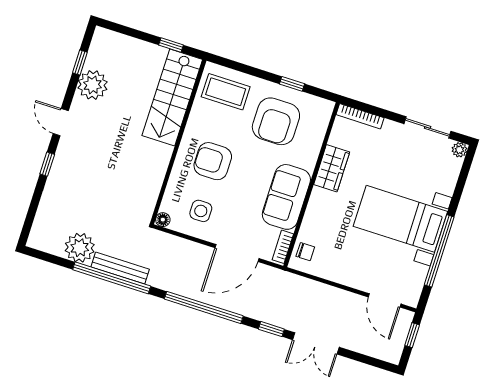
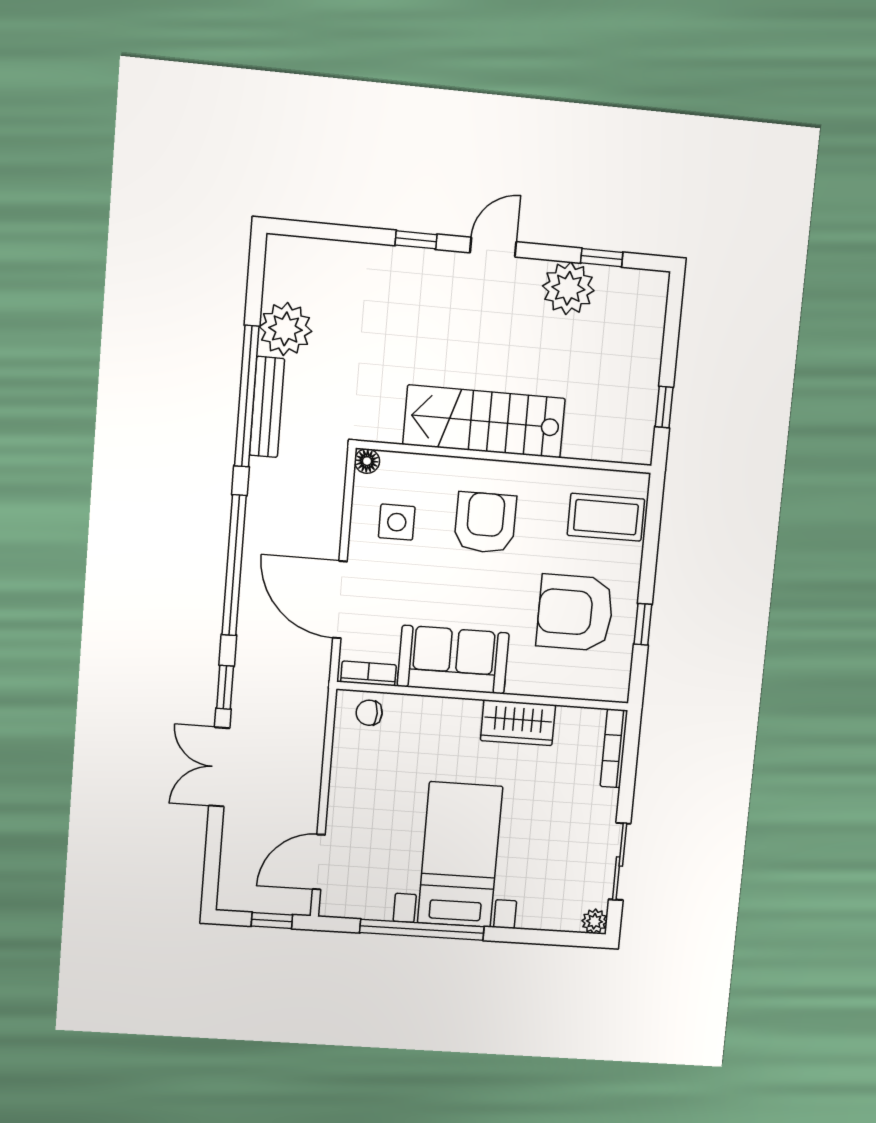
coffee table: (226, 92) -> (606, 517), turned 90
stairs: (172, 98) -> (484, 421), moved
chair: (305, 252) -> (369, 713), turned 90

